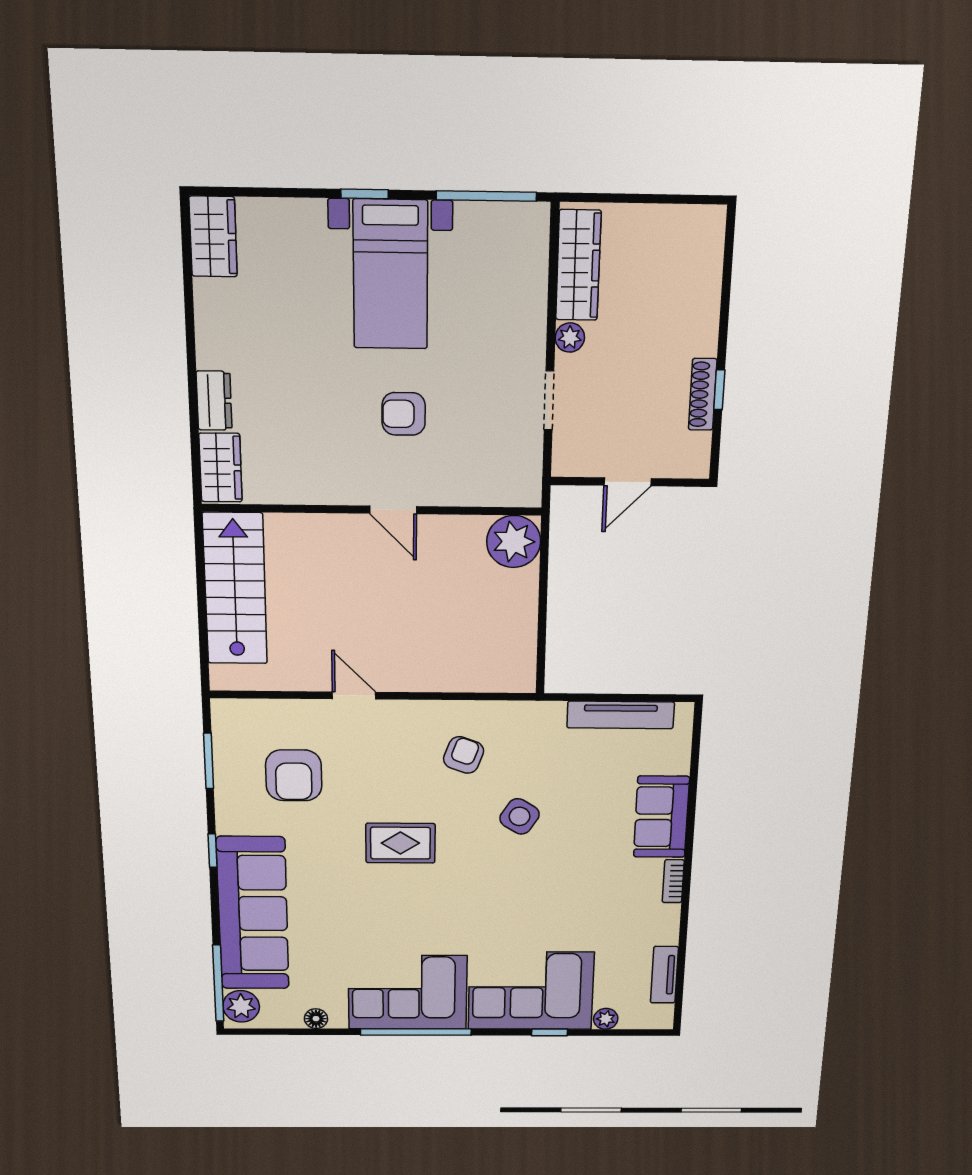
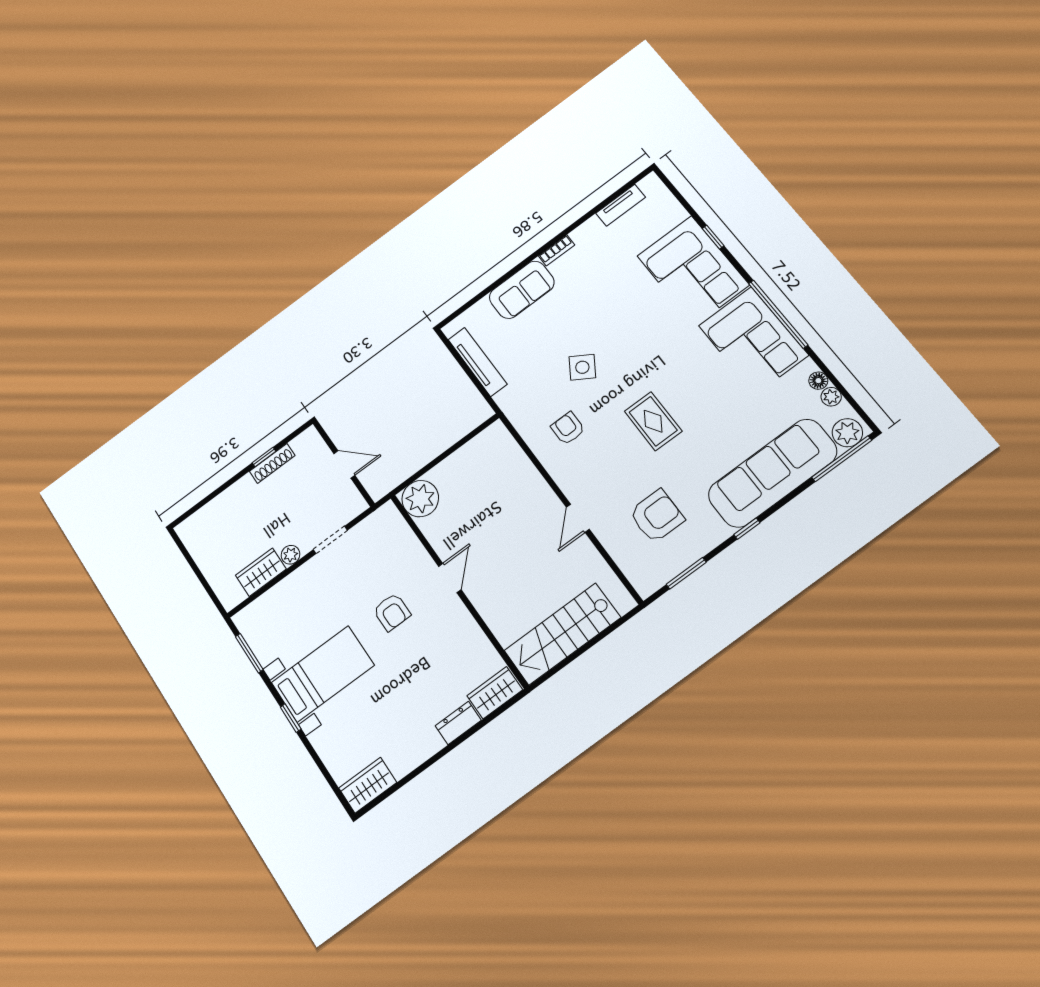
window: (486, 196) -> (249, 653), width x0.69
wardrobe: (578, 265) -> (261, 572), width x0.67
armchair: (464, 755) -> (568, 428), turned 70
plant: (606, 1019) -> (831, 397), moved

